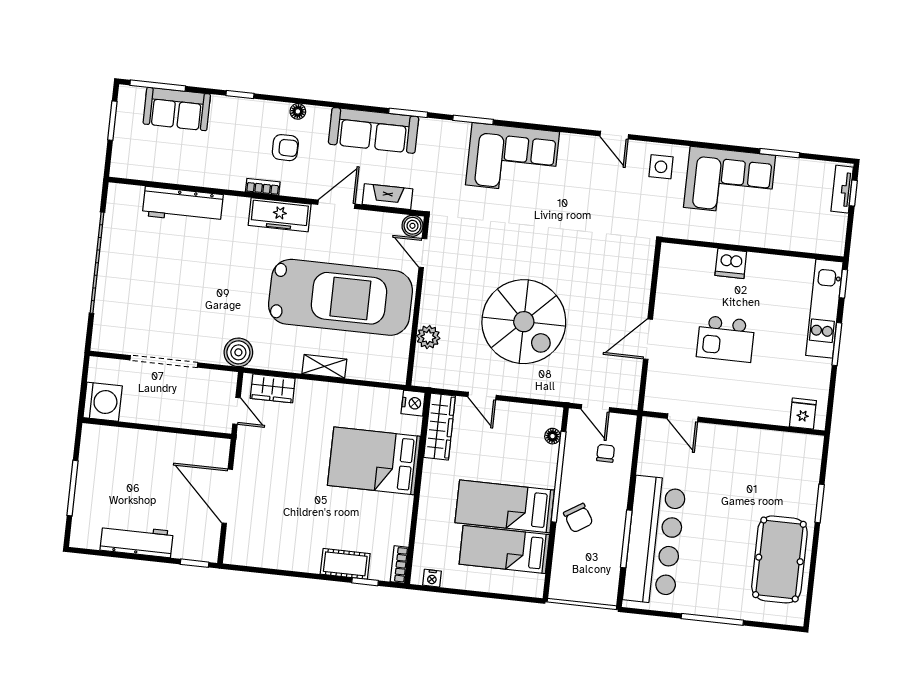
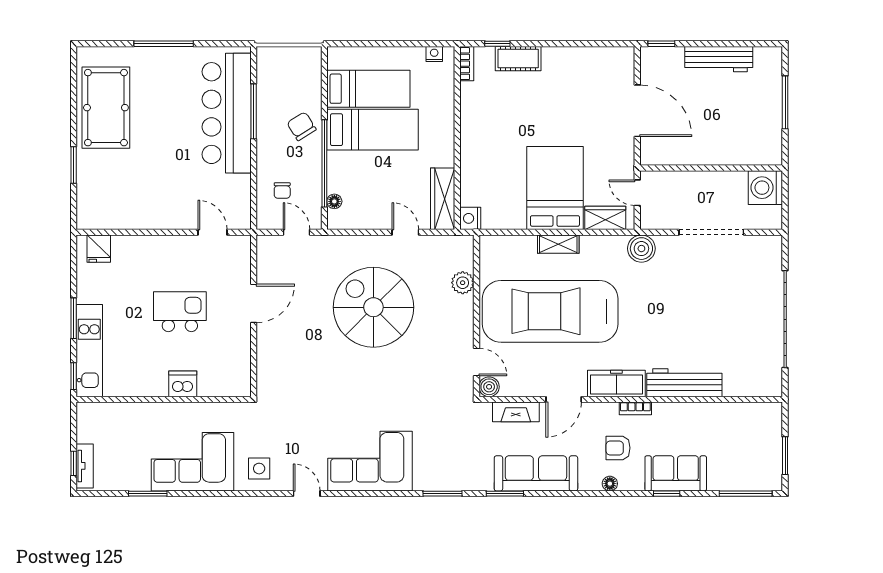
sofa: (177, 109) -> (676, 473), moved
corner sofa: (513, 158) -> (370, 461), moved
workbench: (183, 205) -> (684, 383), moved
bed: (374, 461) -> (555, 188), moved, turned -90

